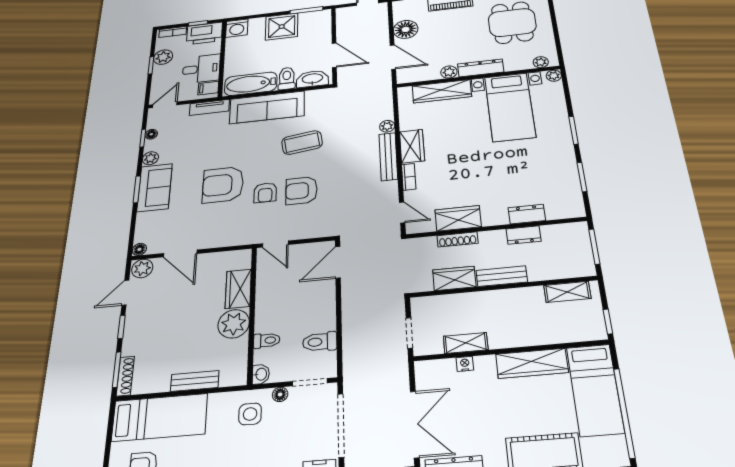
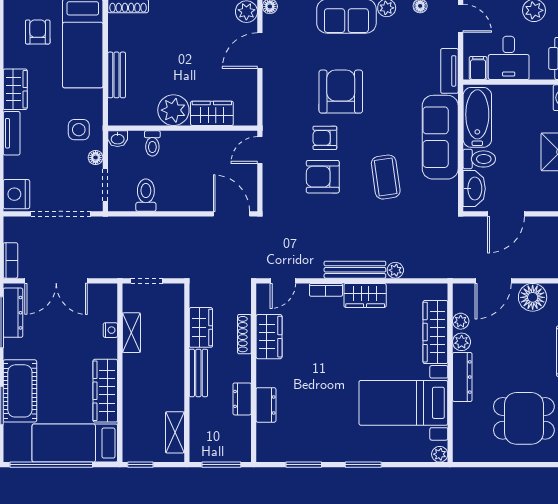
plant: (541, 62) -> (461, 321), moved
armchair: (301, 191) -> (323, 177), turned -90

